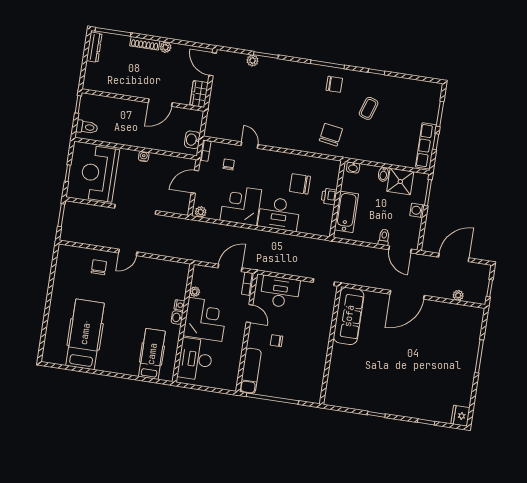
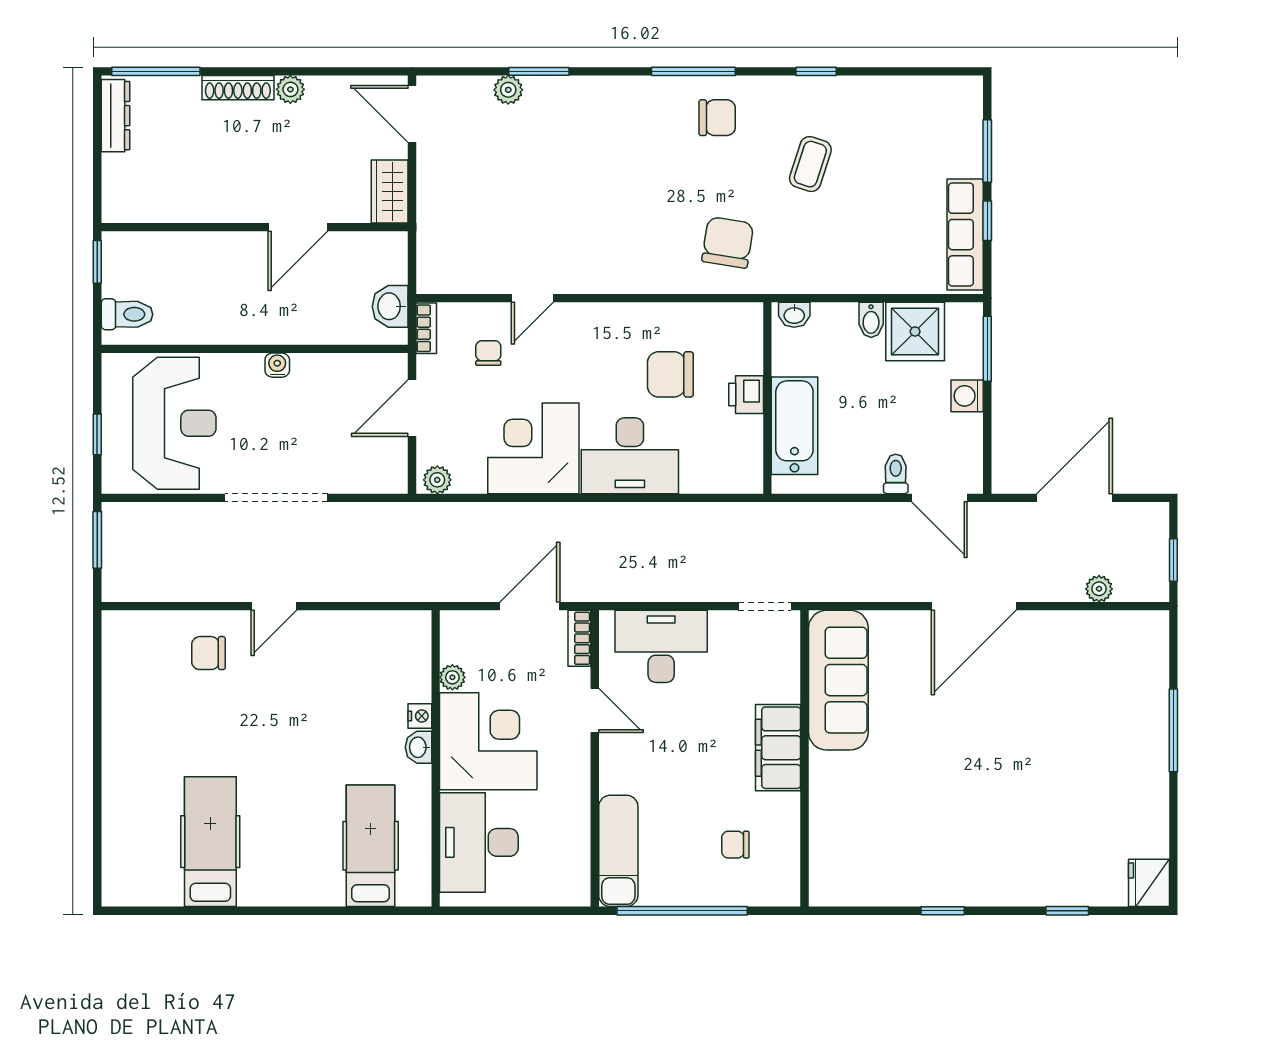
door: (250, 145) -> (532, 298), swing flipped
reception desk: (99, 173) -> (174, 423), turned 180
chair: (99, 267) -> (208, 653), turned -90
hospital bed: (85, 334) -> (210, 842), width x0.73, depth x0.78
filing cabinet: (320, 339) -> (778, 748), added
chair: (276, 341) -> (735, 845), moved

